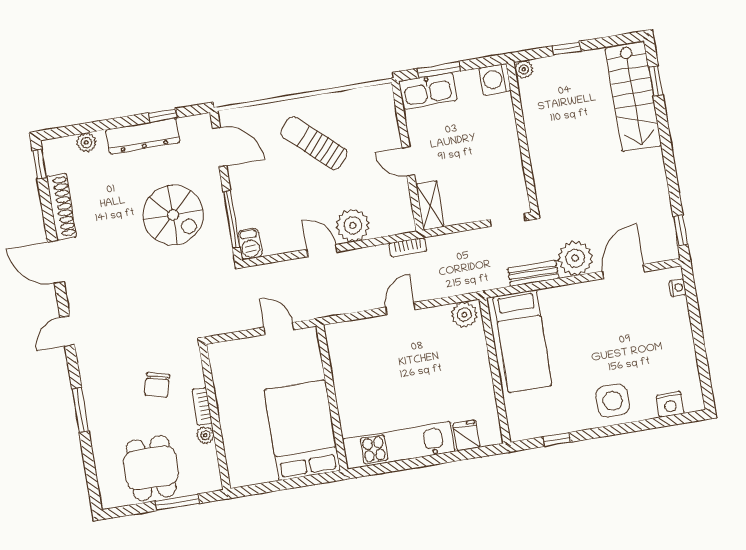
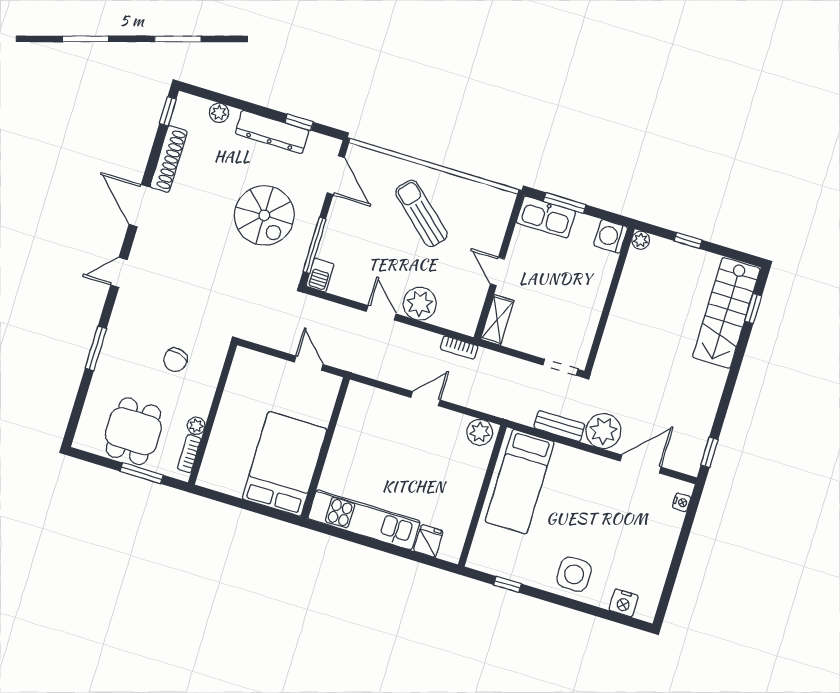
bookcase: (202, 406) -> (189, 454), moved

